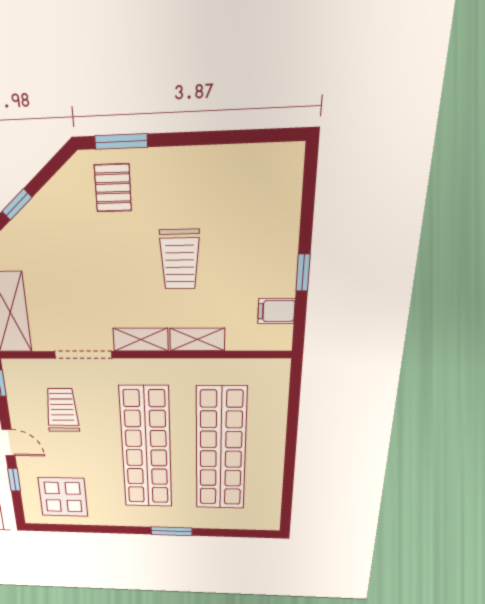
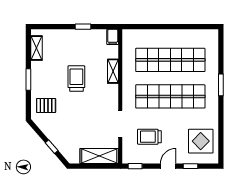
window: (121, 141) -> (28, 79), moved
trolley: (180, 259) -> (76, 79), turned -90
filing cabinet: (276, 311) -> (113, 37), moved
shelving: (141, 340) -> (36, 48), moved

